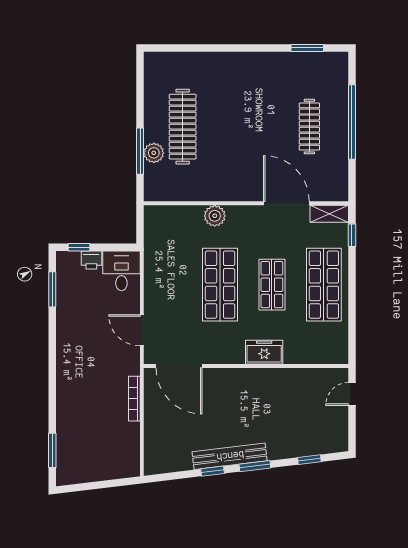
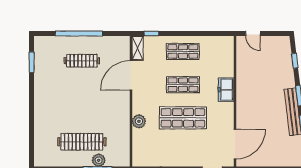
shop shelf: (324, 285) -> (183, 51), width x0.70, depth x0.74

